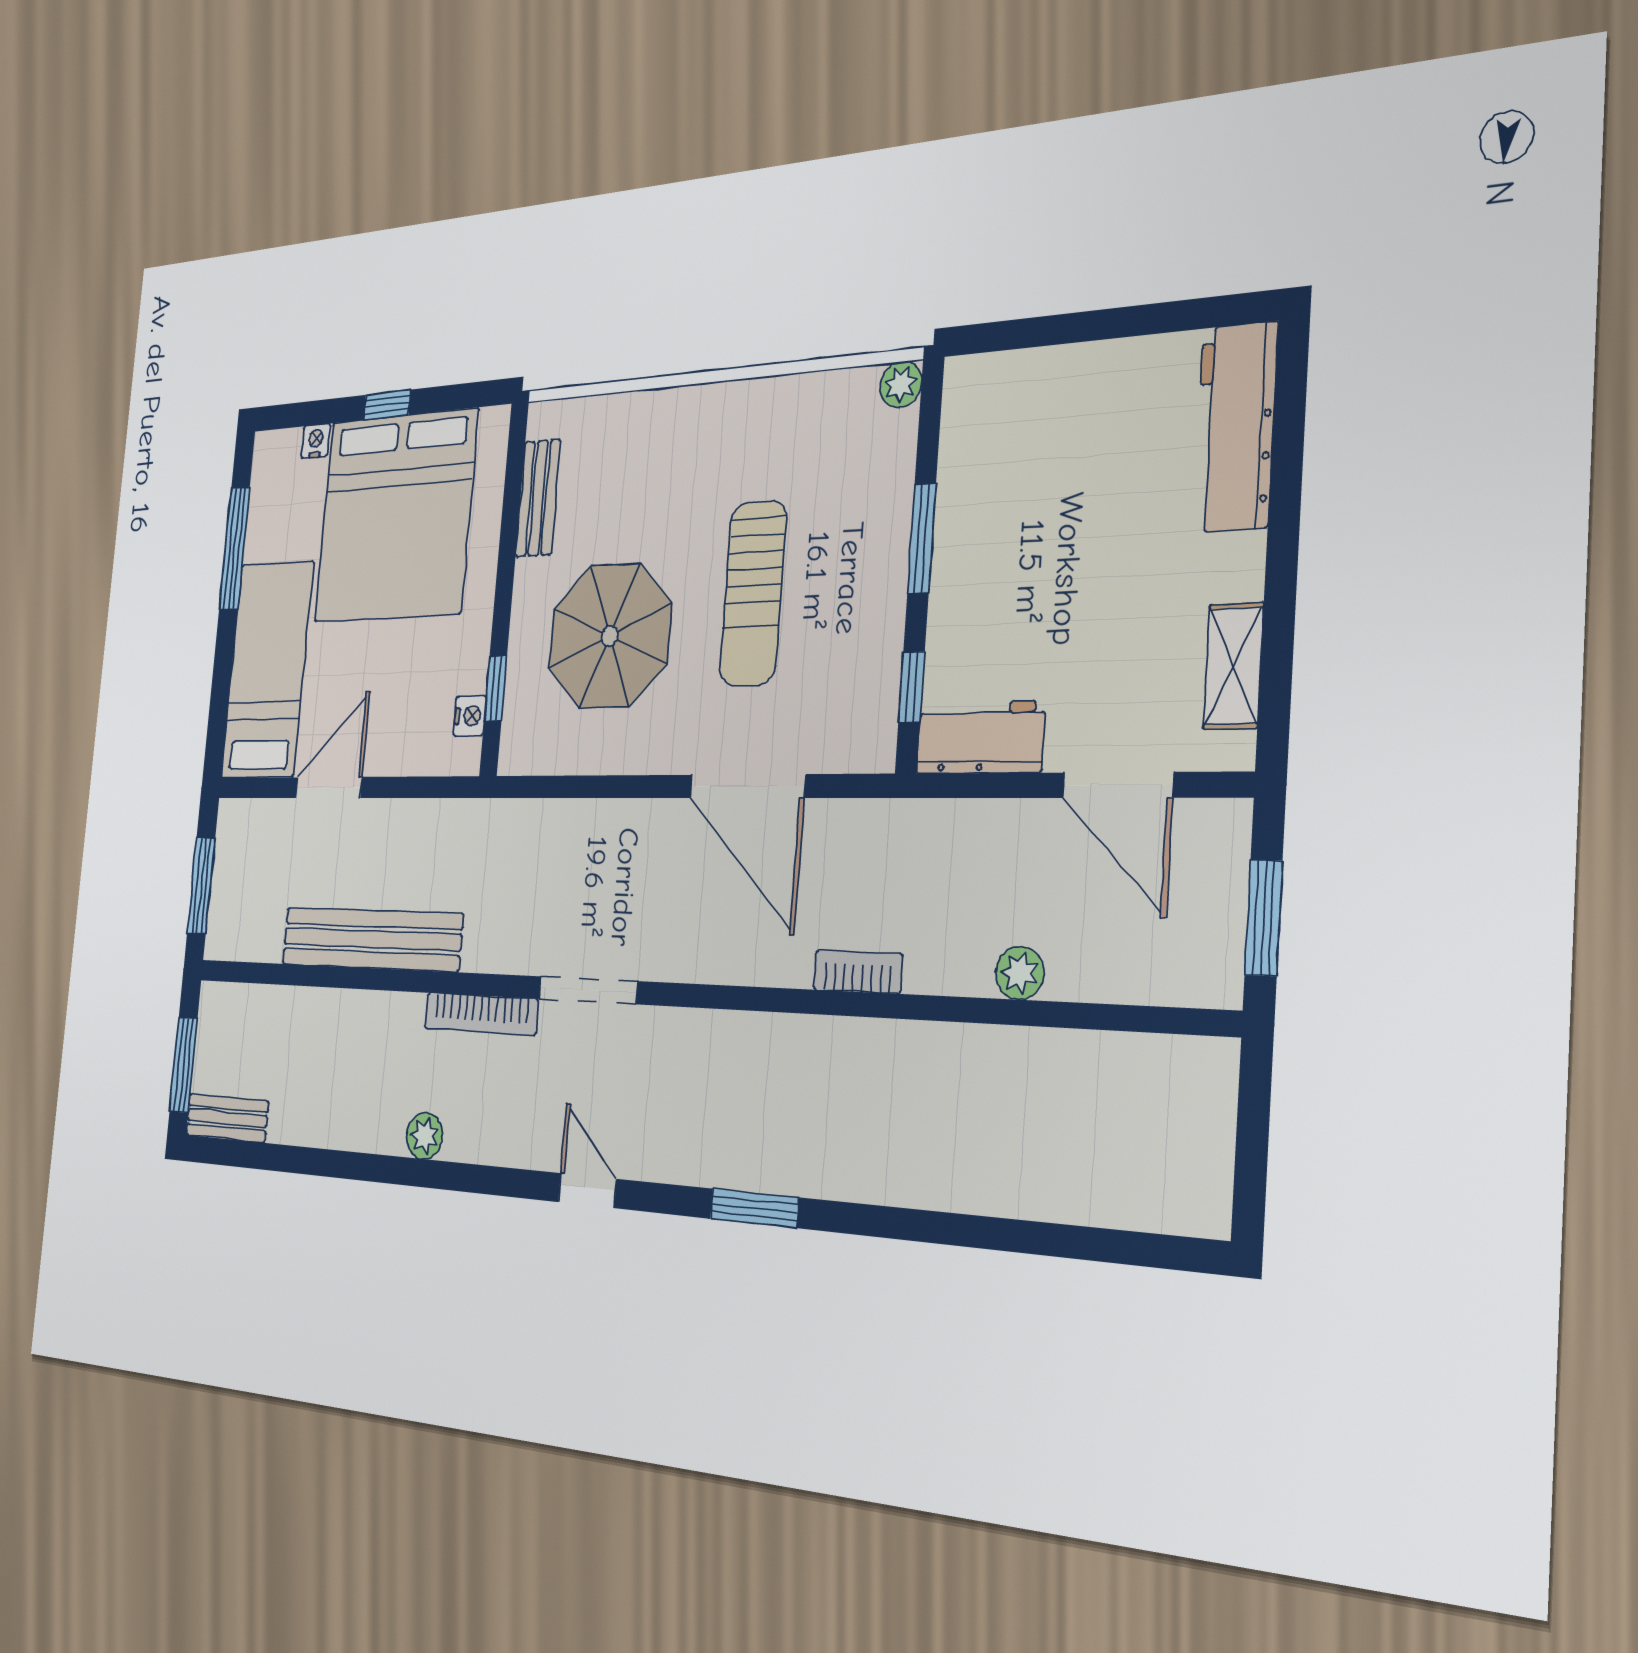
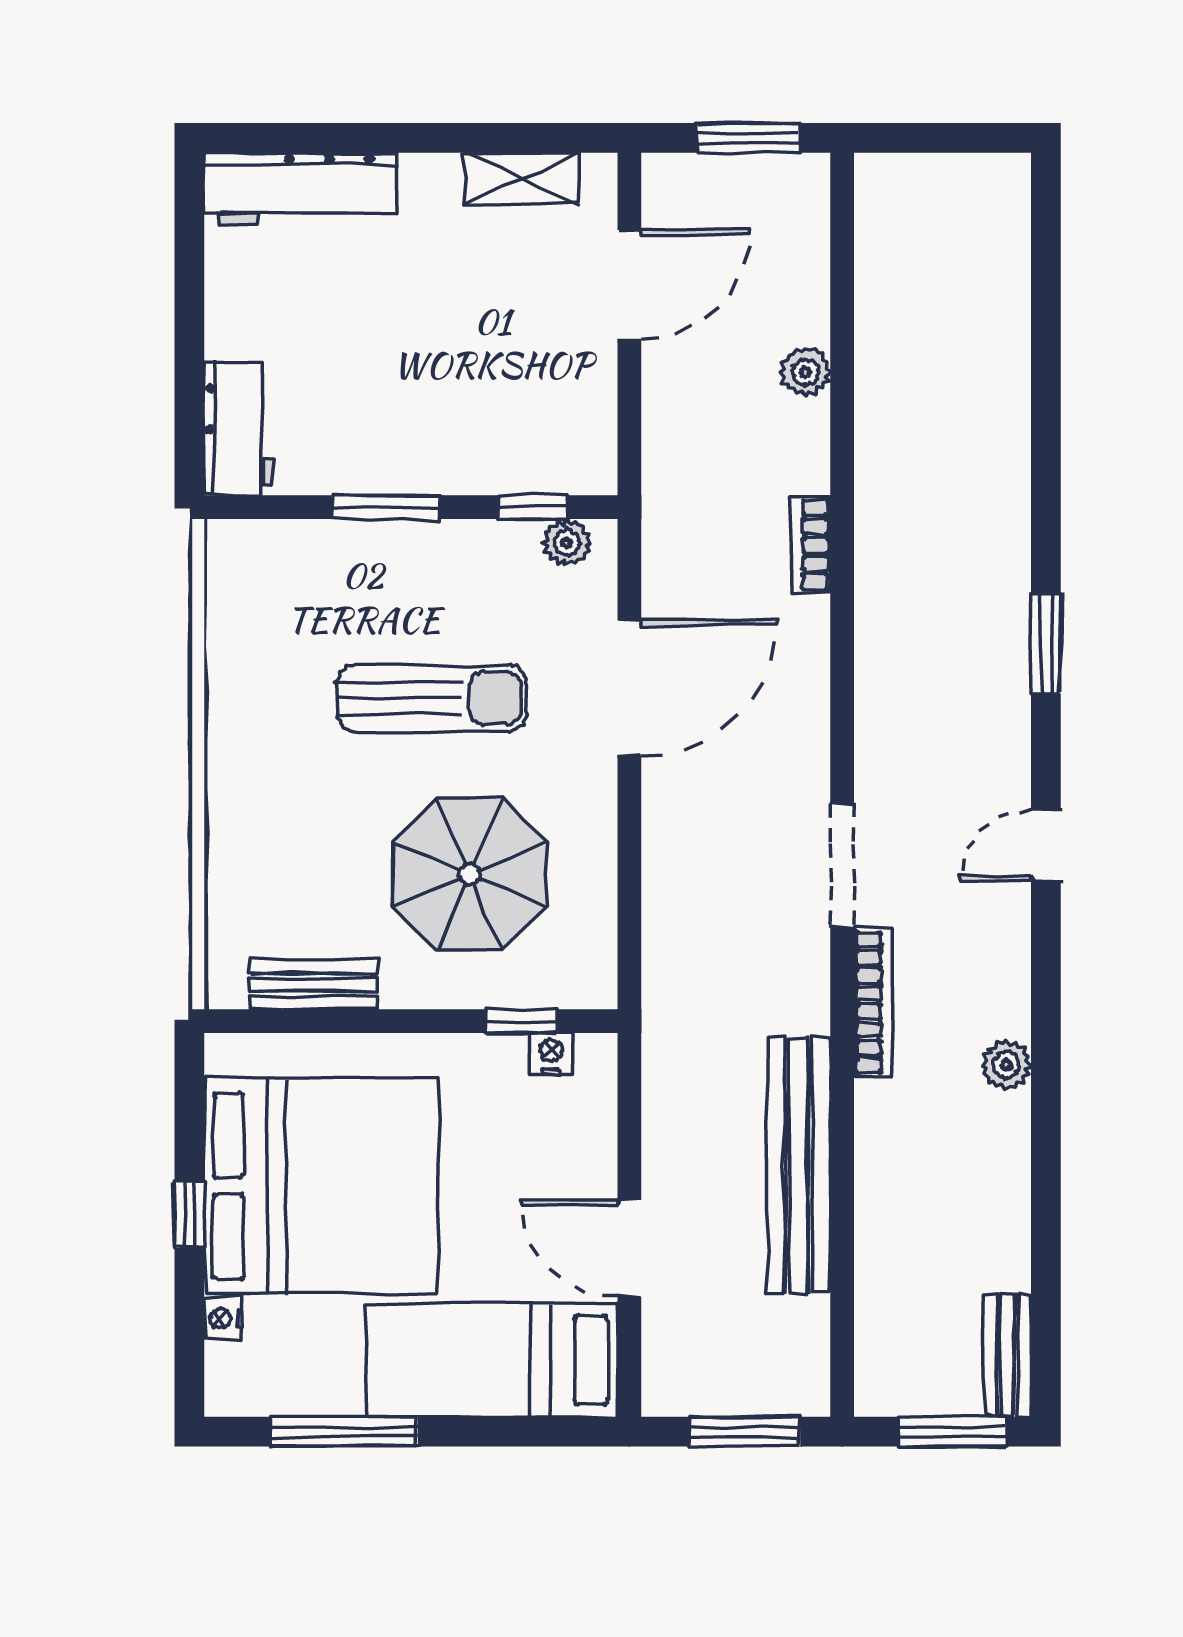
plant: (901, 384) -> (567, 543), moved
workbench: (980, 737) -> (239, 429), moved, turned 180

